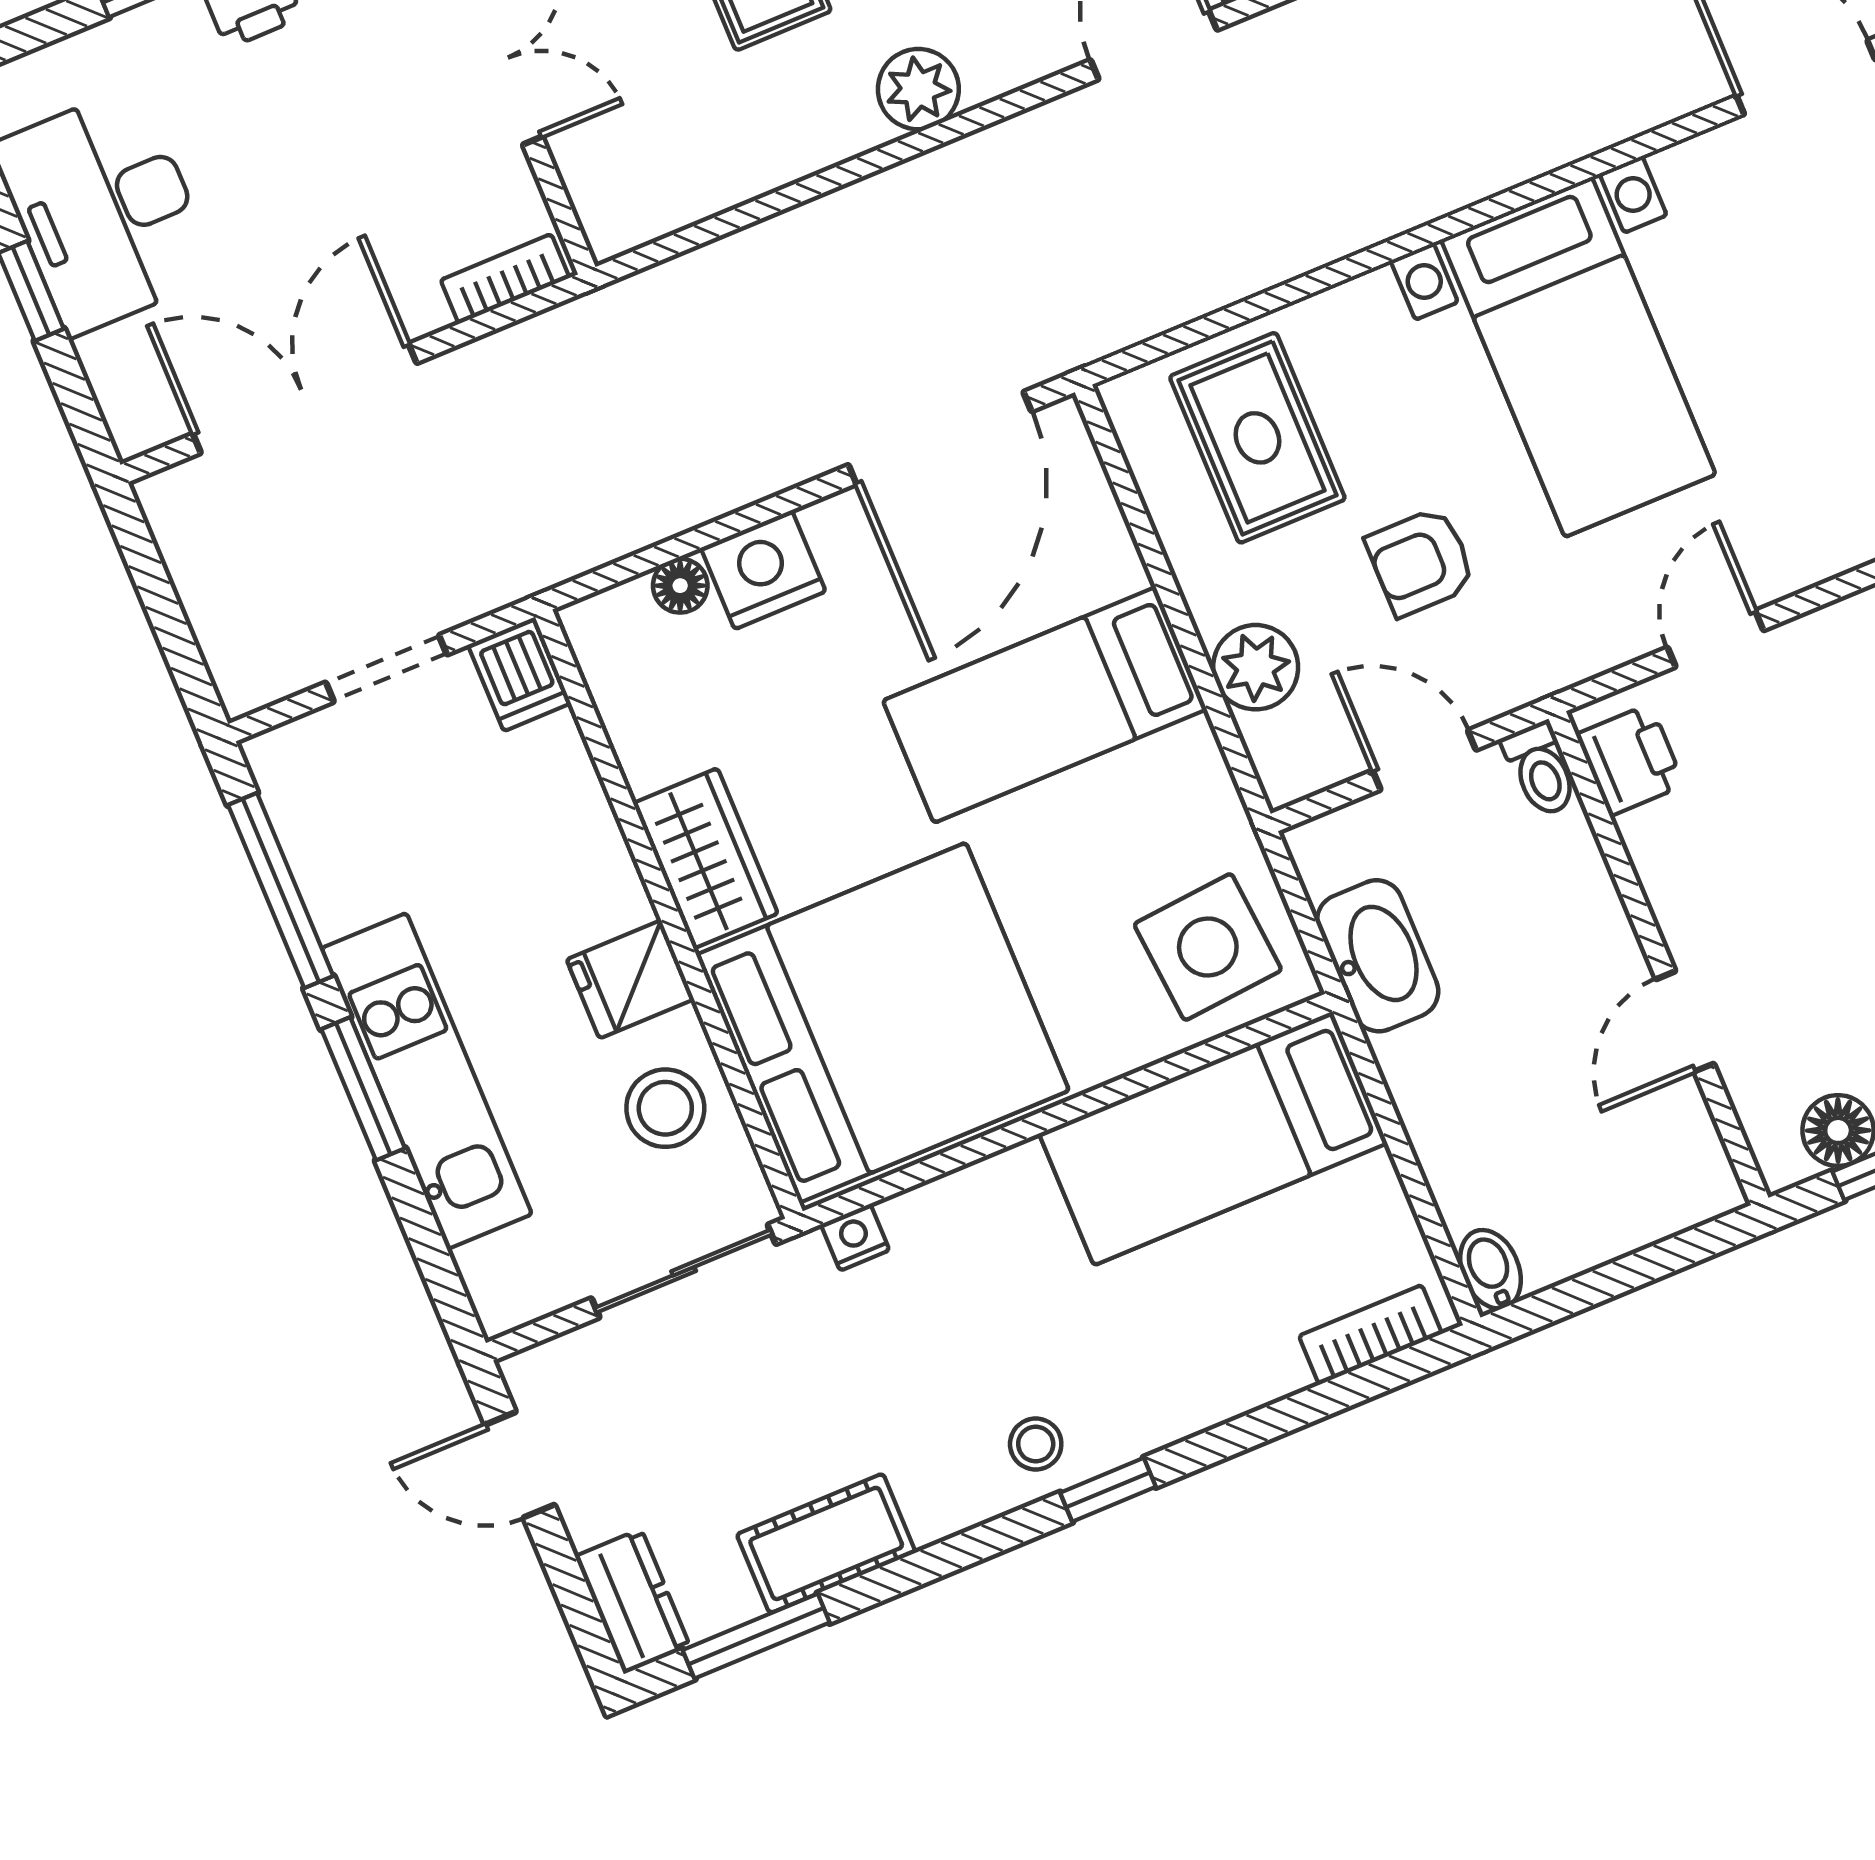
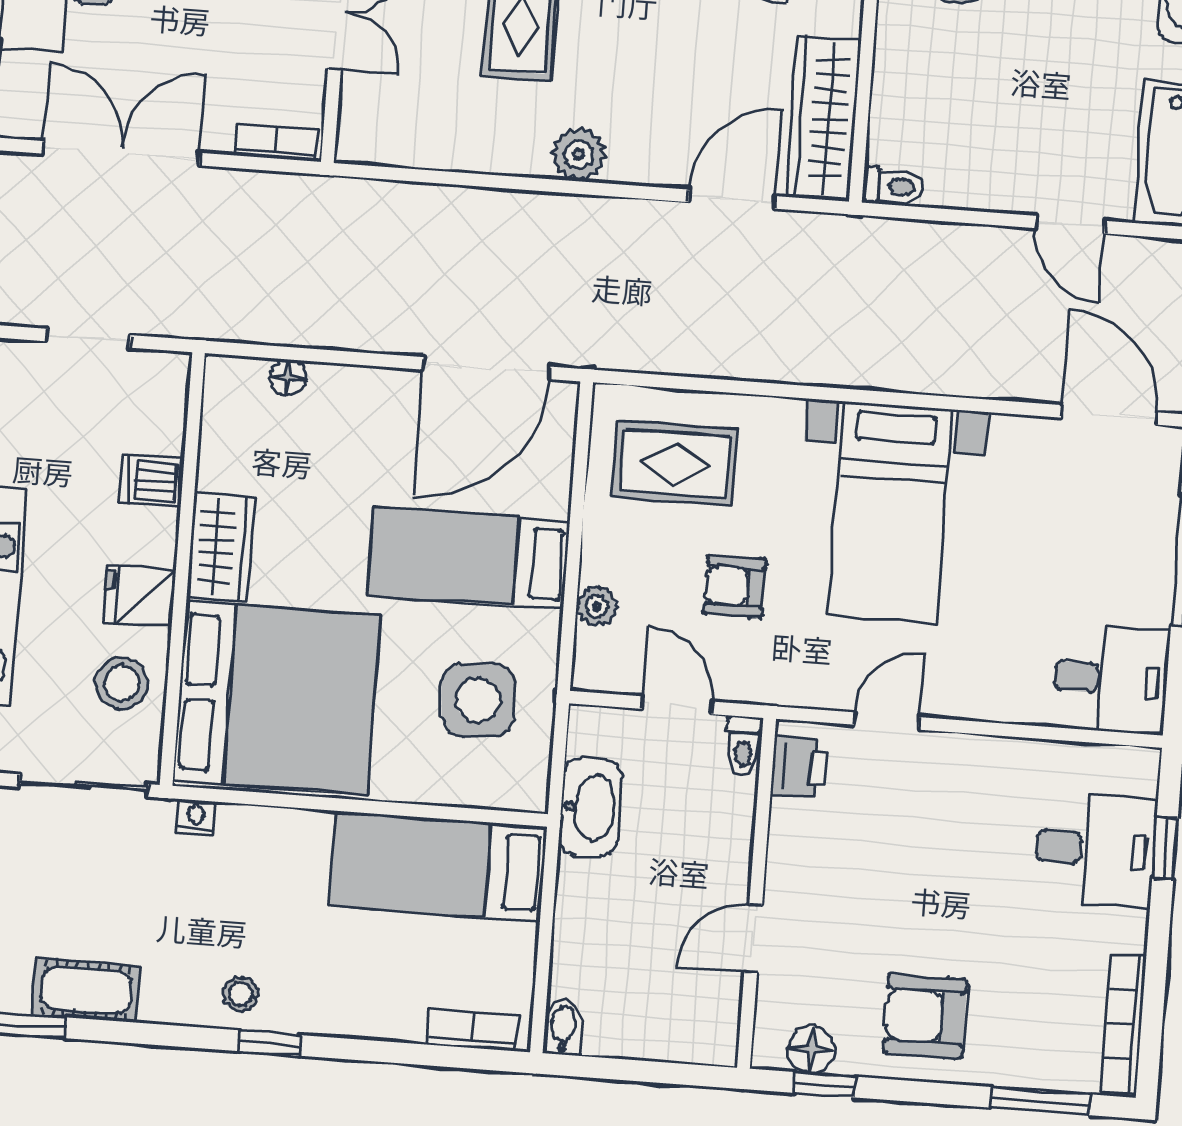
rug: (1257, 438) -> (675, 464), turned 90
nightstand: (763, 570) -> (342, 393), removed
plant: (1256, 667) -> (597, 606), width x0.73, depth x0.73
dishwasher: (519, 674) -> (151, 481), moved, turned 90
side table: (1208, 947) -> (478, 700), moved

